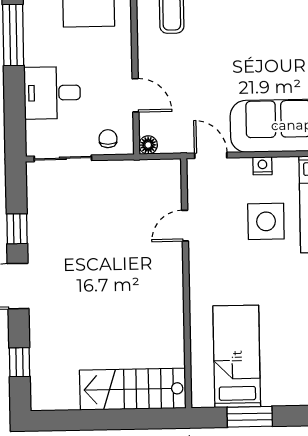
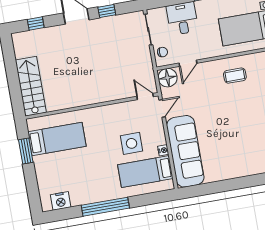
floor lamp: (148, 145) -> (168, 78), width x1.89, depth x1.89
nightstand: (262, 166) -> (163, 150), moved
door: (185, 226) -> (145, 97), moved

